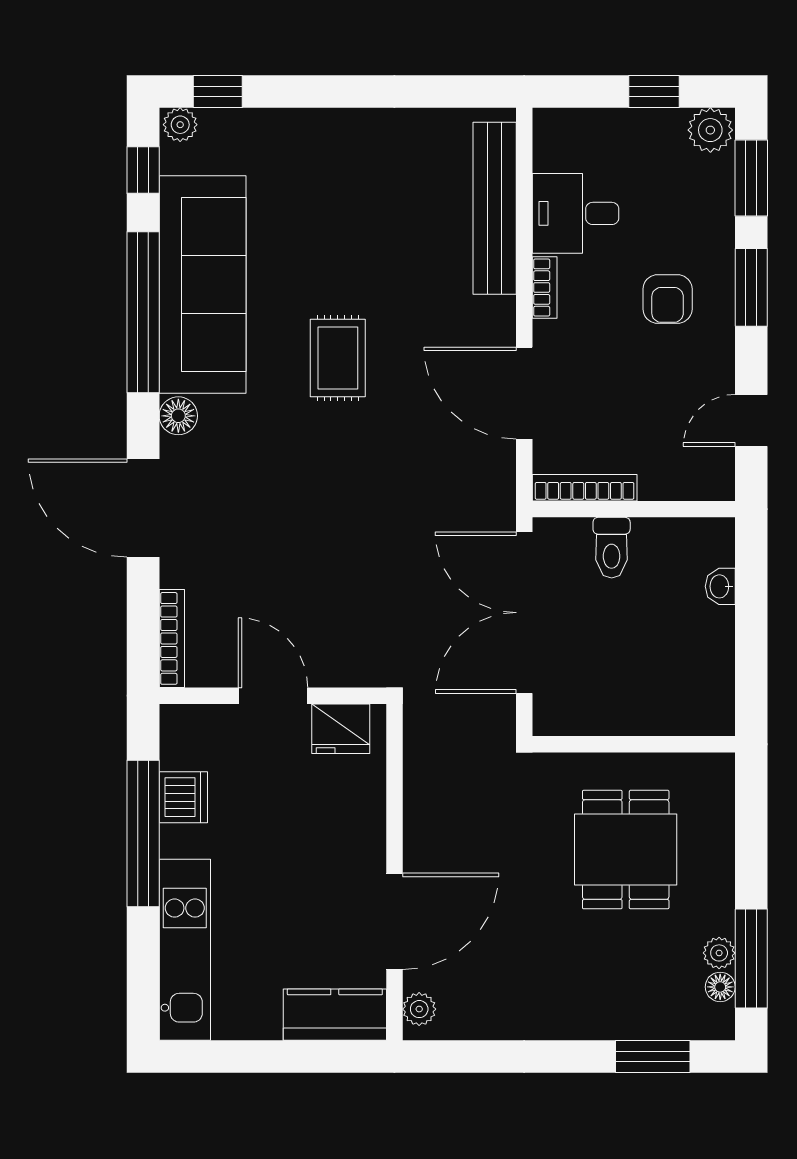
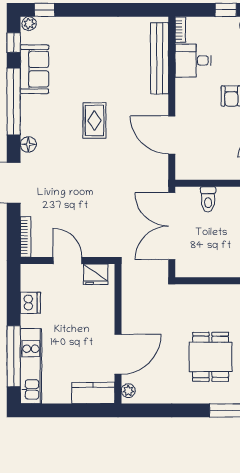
sofa: (203, 285) -> (34, 69), width x0.54, depth x0.79
bookcase: (545, 288) -> (180, 30), moved
bookcase: (585, 488) -> (197, 174), removed
window: (143, 834) -> (14, 356), moved
dining table: (626, 850) -> (211, 357), moved

